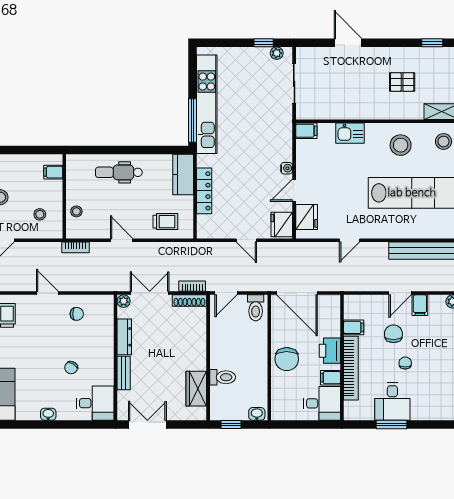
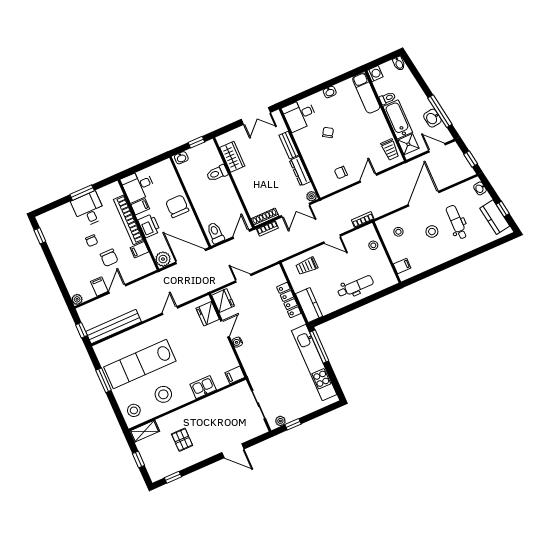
pallet: (402, 82) -> (182, 440), turned 90
door: (47, 293) -> (368, 178), swing flipped
plant: (331, 304) -> (163, 259), added

